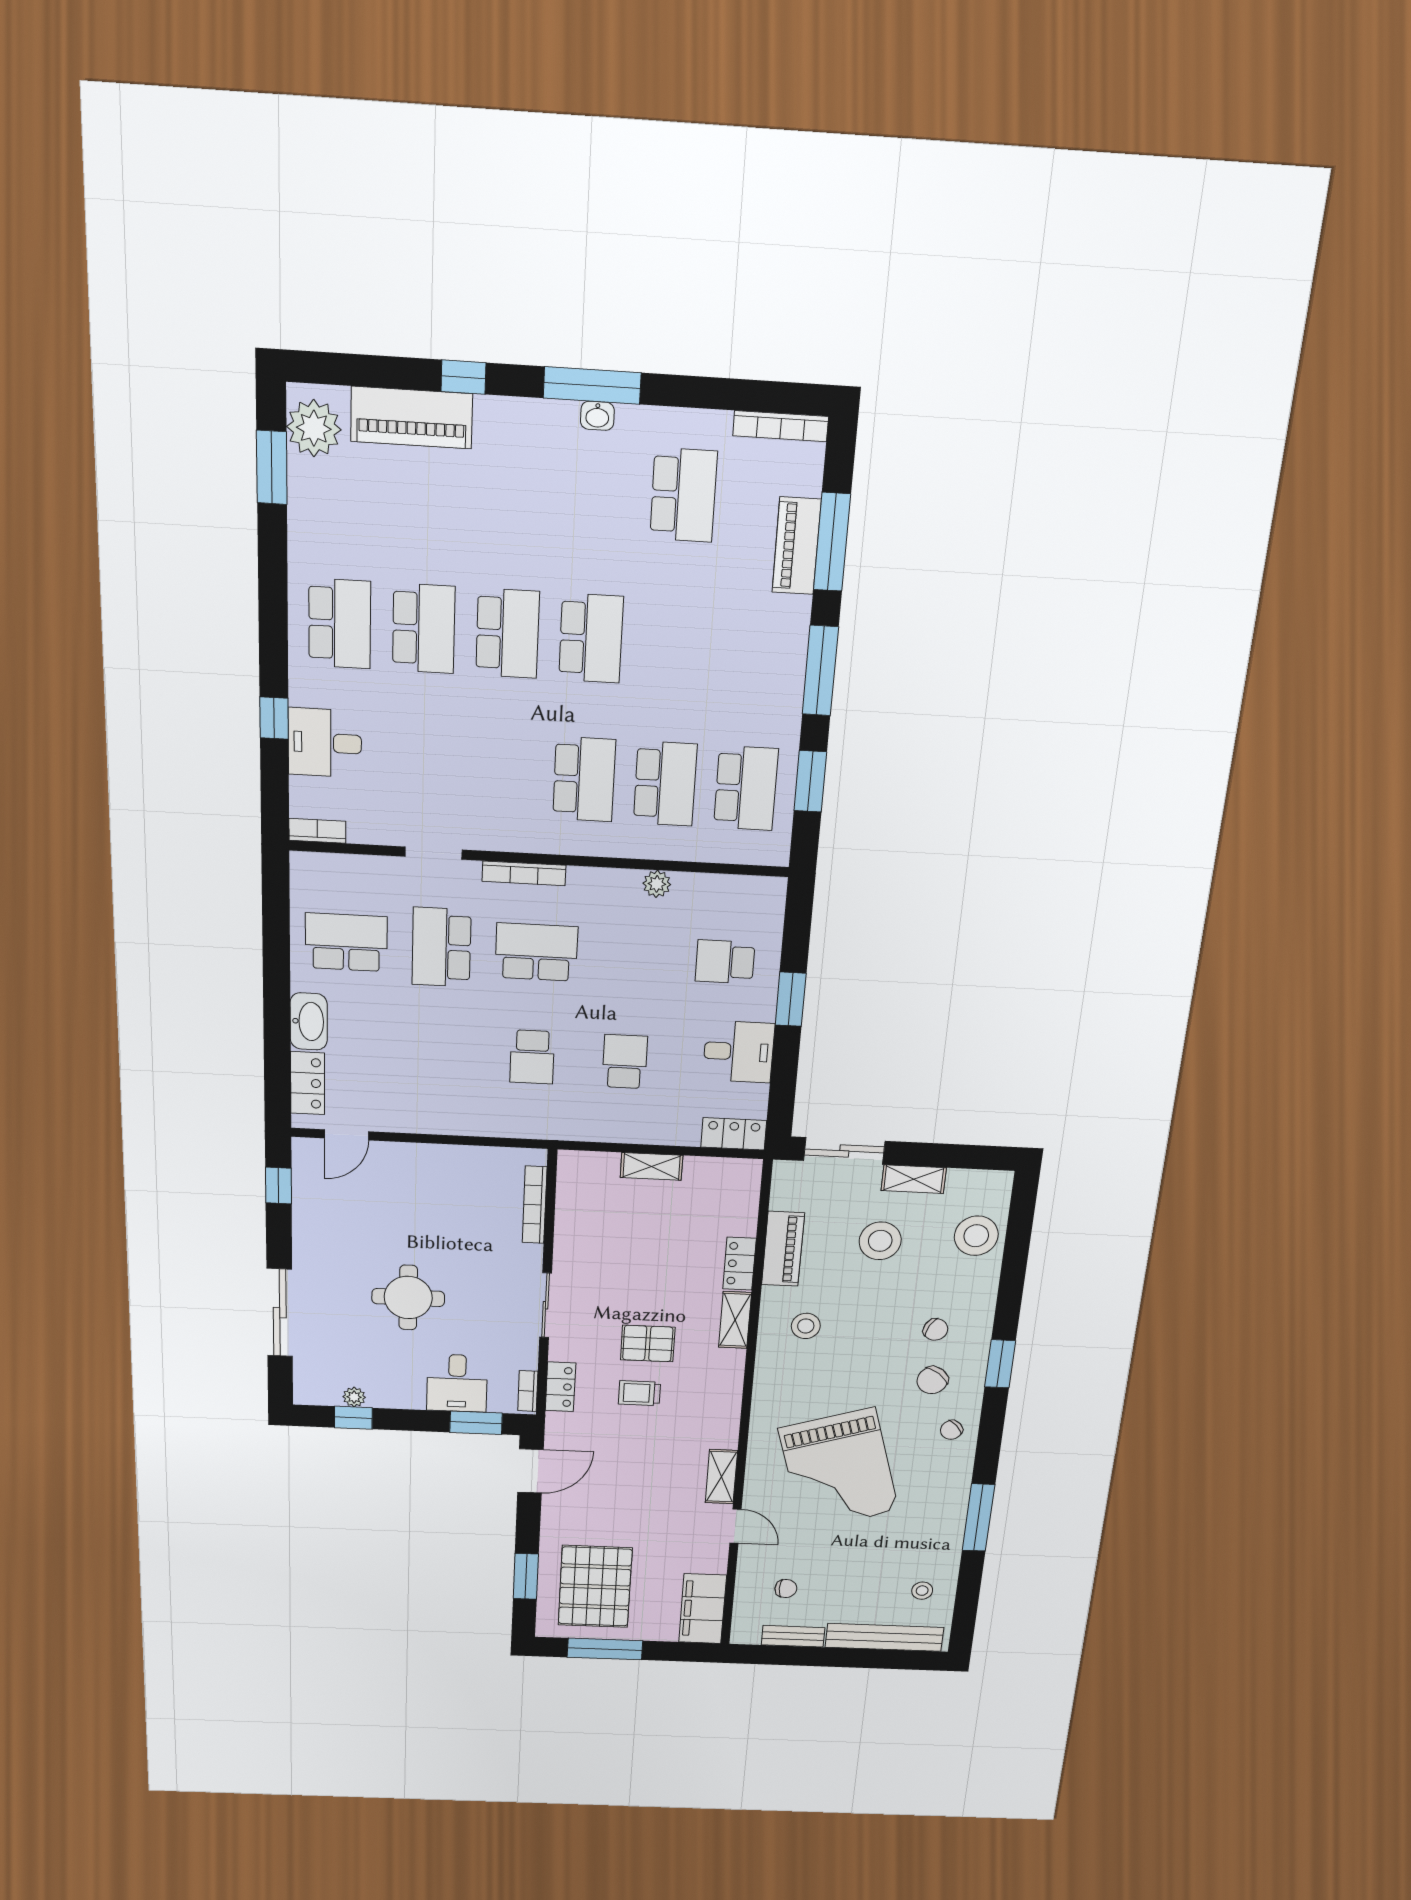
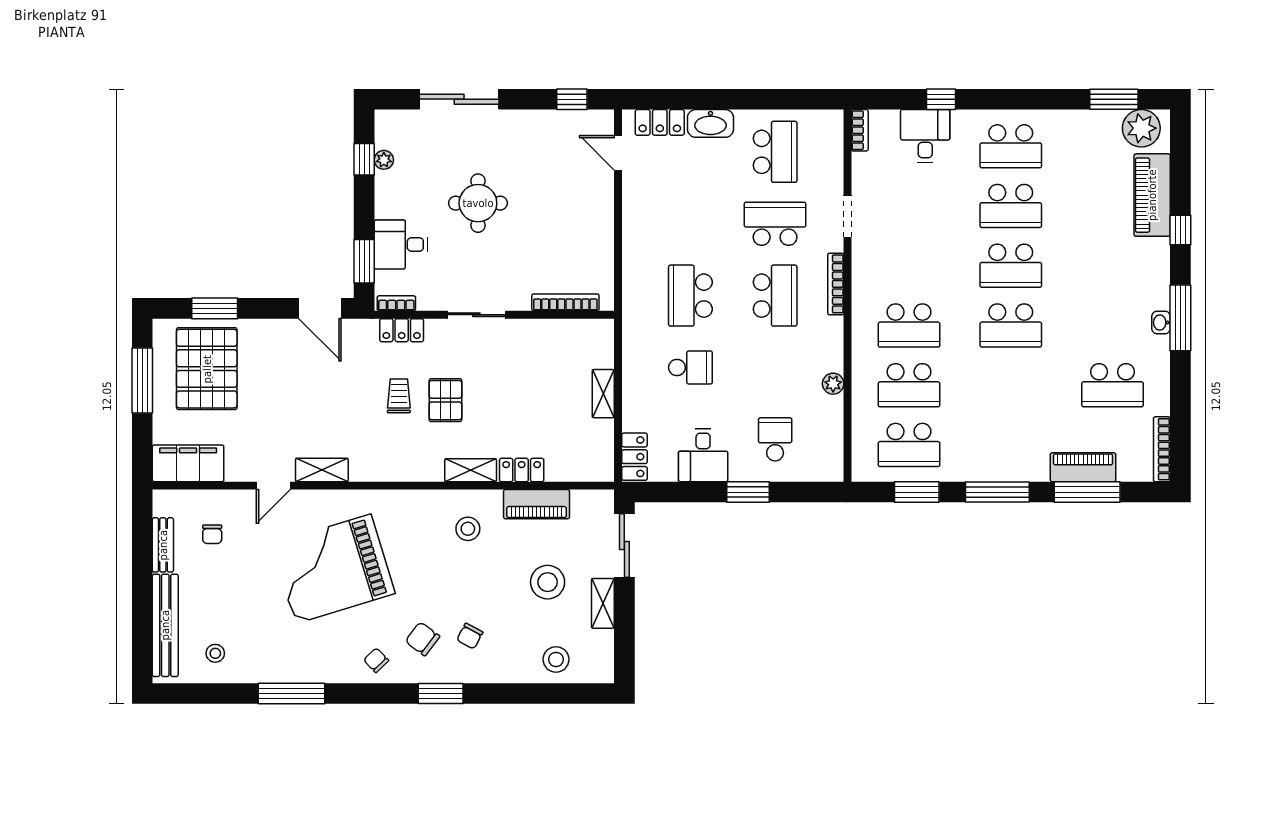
school desk: (532, 1057) -> (690, 296), width x1.85
stool: (976, 1236) -> (556, 659), width x0.73, depth x0.73
pallet: (595, 1587) -> (207, 369), turned 90

